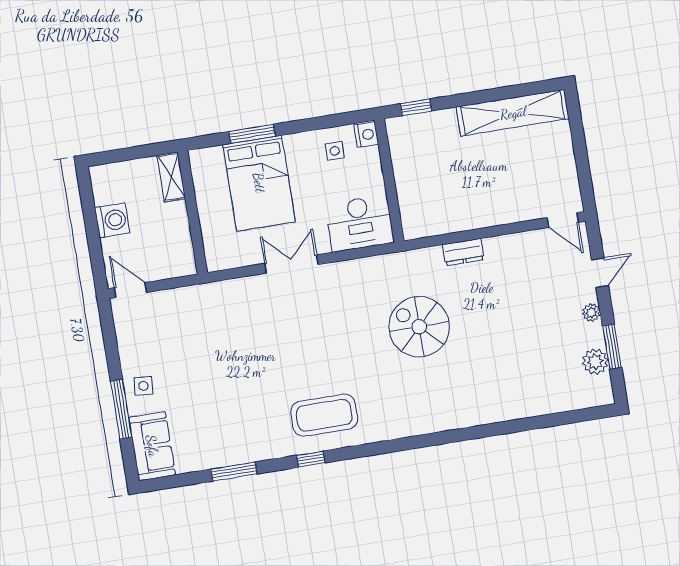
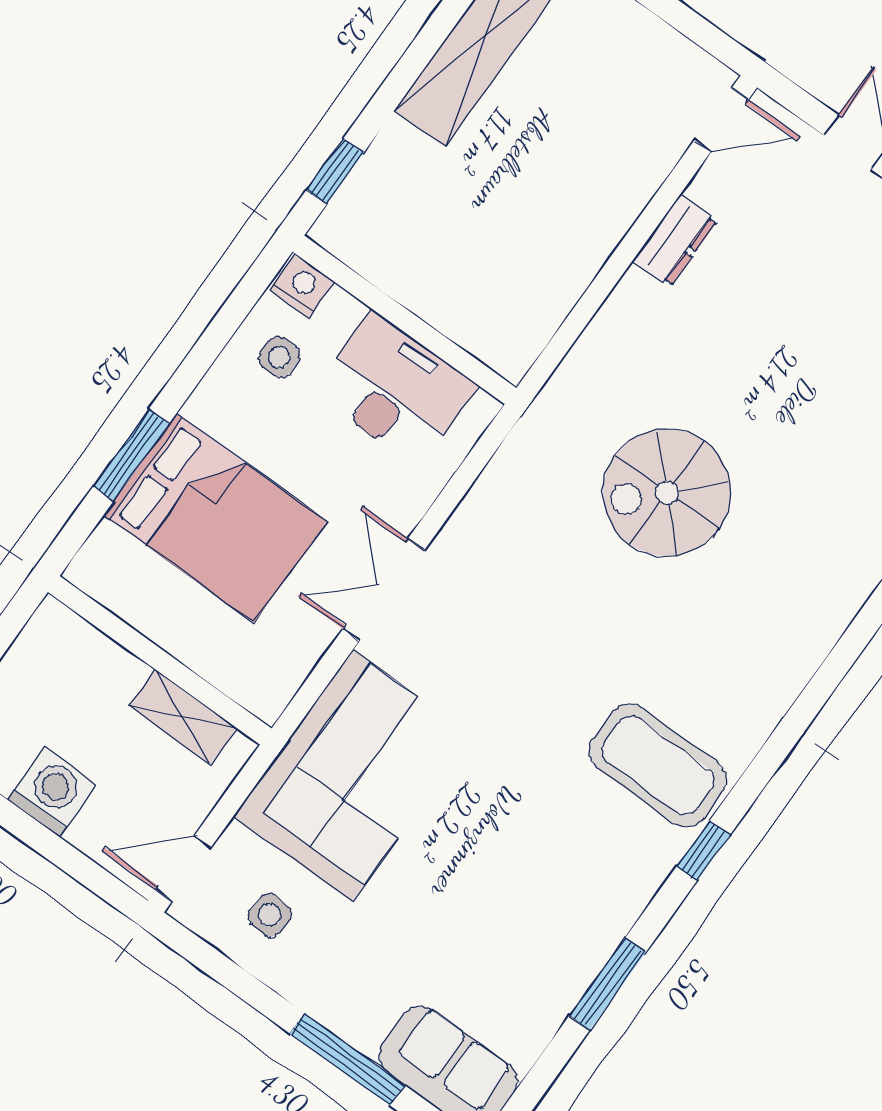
shelving: (171, 177) -> (183, 717), moved
desk: (360, 223) -> (395, 389), moved, turned -90
dresser: (463, 252) -> (675, 240), moved
corner sofa: (218, 316) -> (352, 776), added
side table: (143, 386) -> (270, 915), moved
coffee table: (324, 415) -> (658, 766), turned 90

